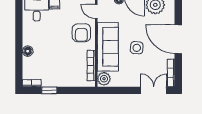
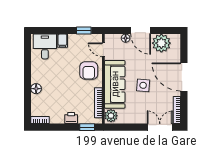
printer: (63, 81) -> (71, 118), added
window: (49, 90) -> (87, 127), moved

